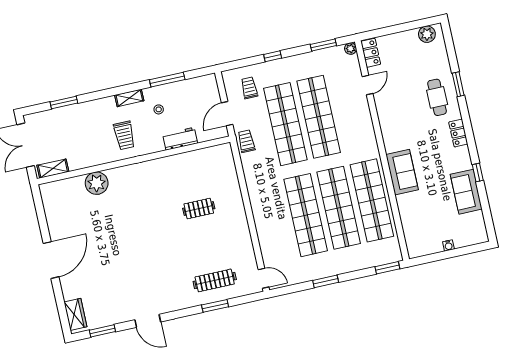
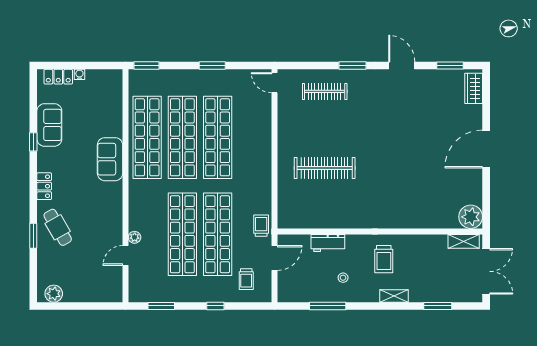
plant: (351, 49) -> (135, 237), moved
locker: (371, 53) -> (58, 77), moved, turned -90
cafe table: (437, 97) -> (58, 227), turned -30
shelving: (129, 98) -> (394, 296), moved
trolley: (124, 135) -> (384, 259), turned 180
trolley: (246, 141) -> (261, 226), turned 180
plant: (97, 183) -> (471, 217), moved
clothes rail: (199, 209) -> (325, 168), width x1.86, depth x1.31
window: (215, 306) -> (352, 66), moved

